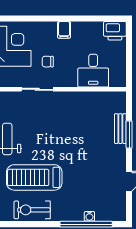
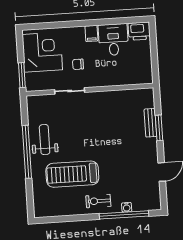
desk: (93, 71) -> (113, 40), moved, turned 180
exercise bike: (32, 210) -> (98, 201), moved, width x0.73, depth x0.72

